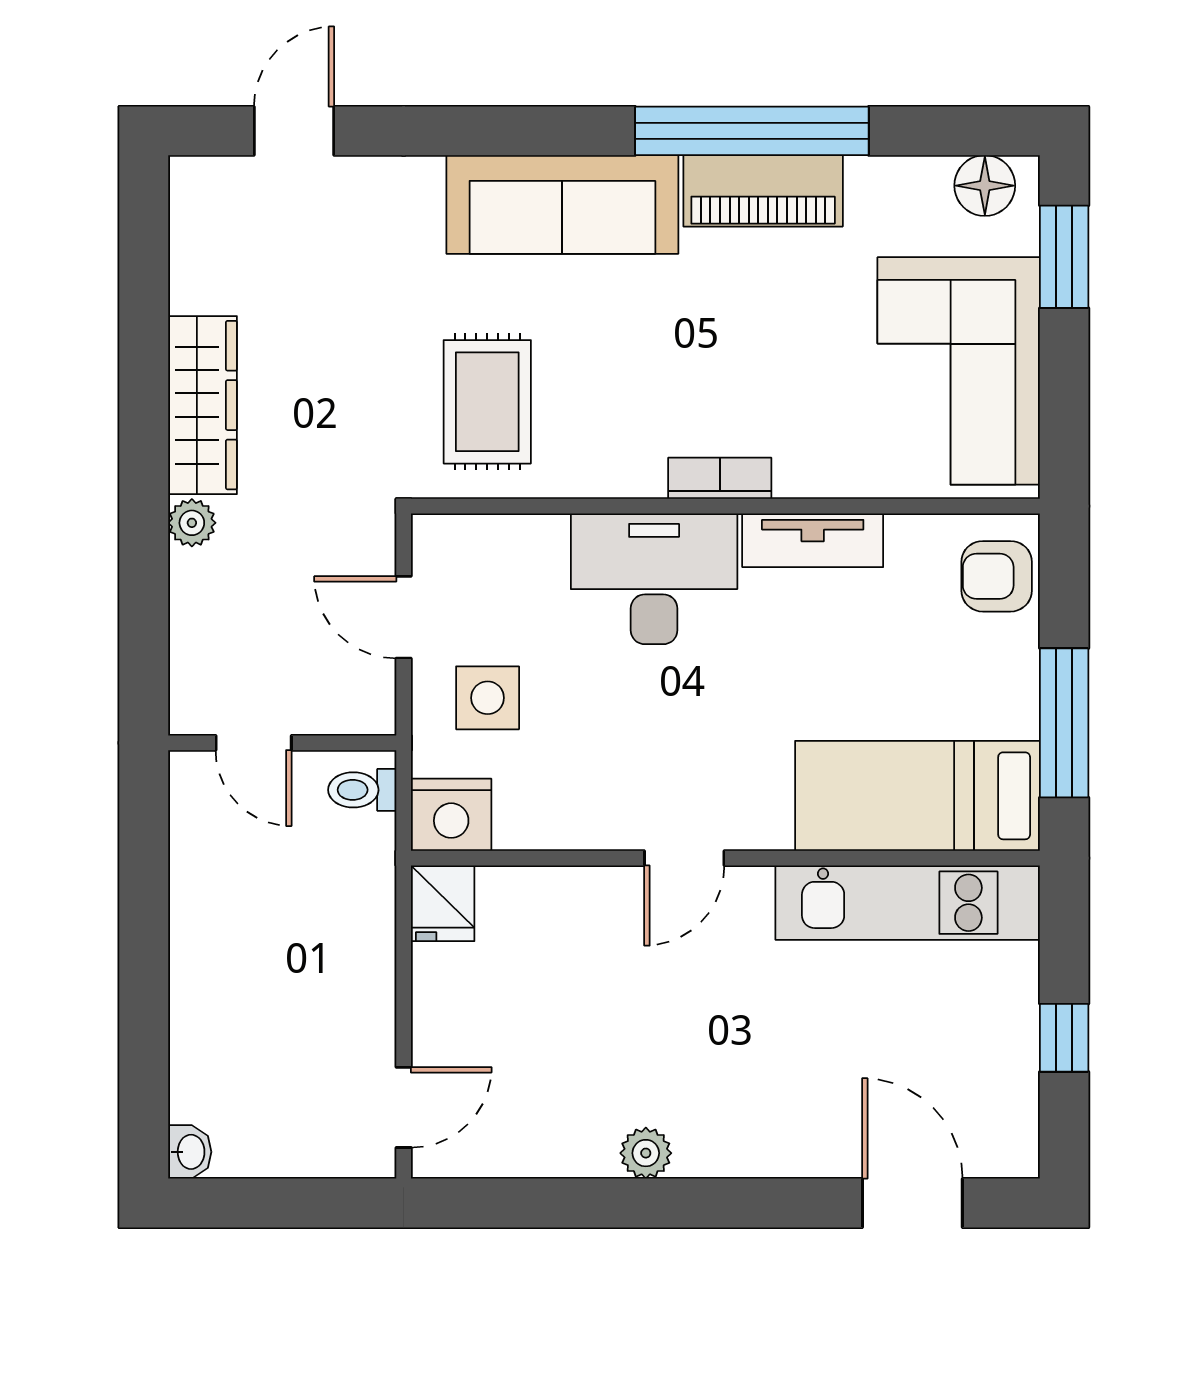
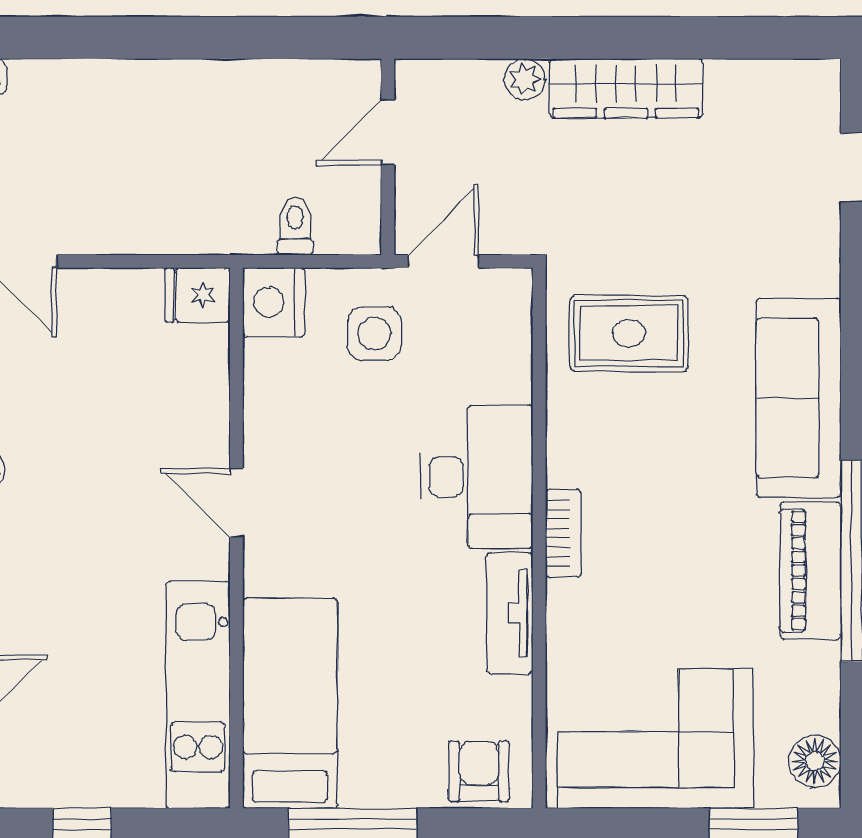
door: (254, 743) -> (388, 132), moved
wall: (282, 743) -> (388, 157), moved

